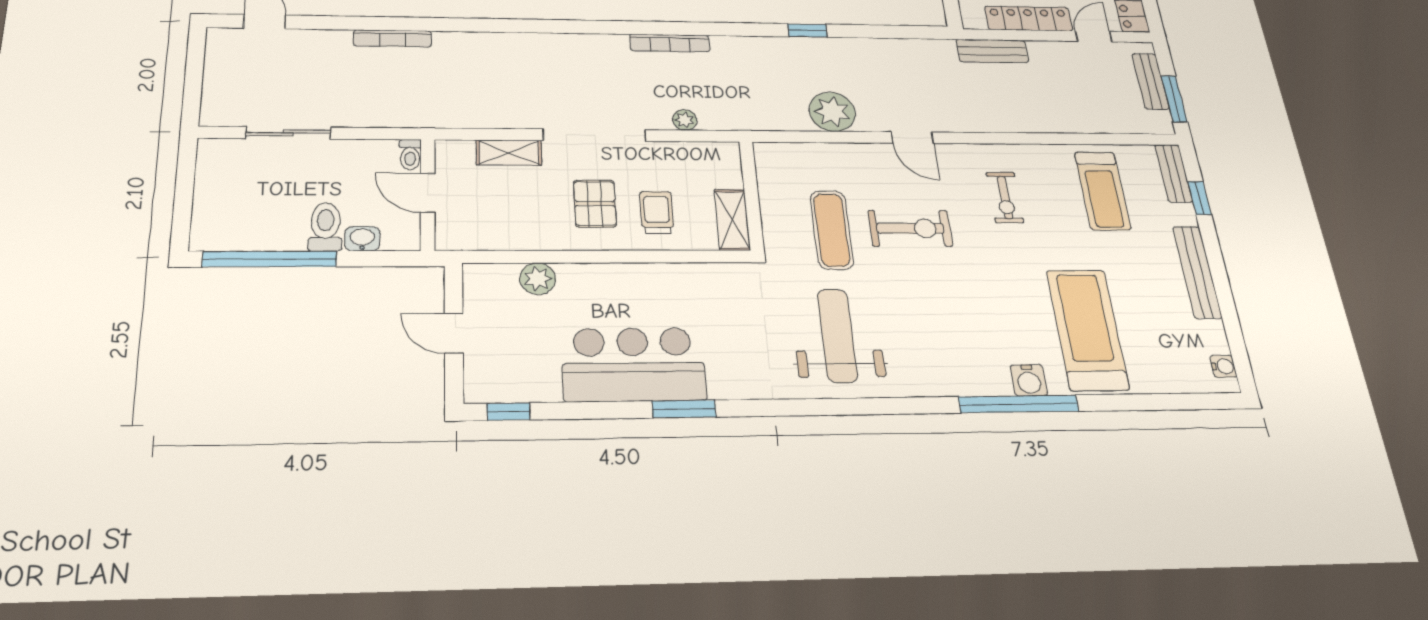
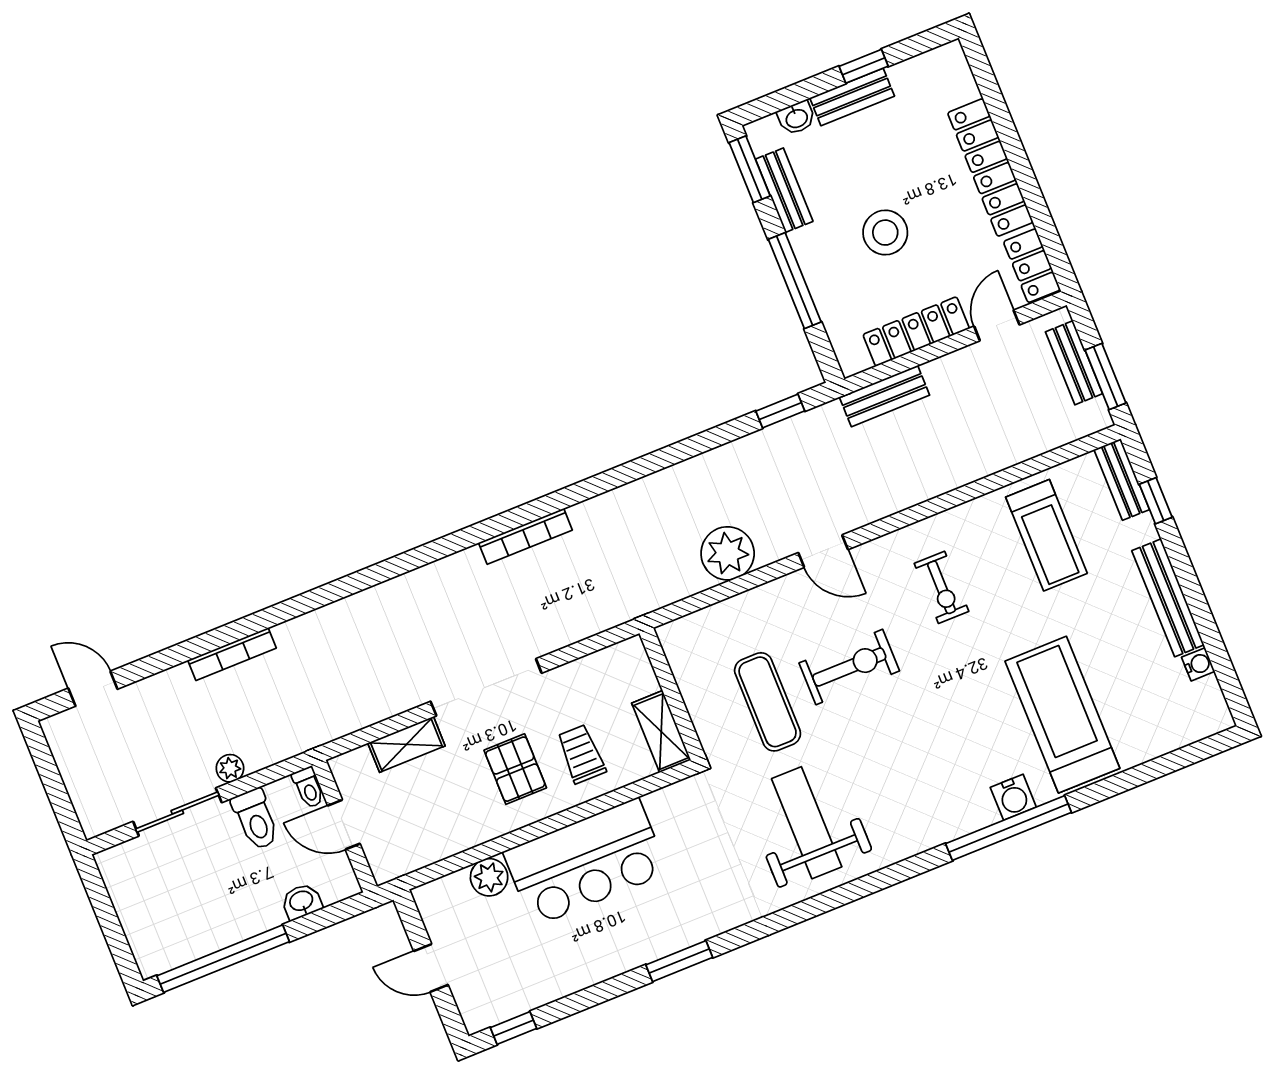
window: (807, 30) -> (780, 411), moved
plant: (685, 120) -> (230, 768), moved
toilet: (325, 227) -> (256, 819), moved, turned 180
bar counter: (634, 364) -> (586, 862), moved, turned 180
water cooler: (1223, 366) -> (1198, 664), moved

